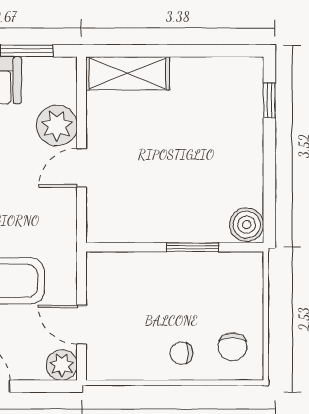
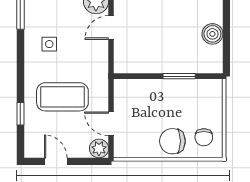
boiler: (247, 225) -> (212, 34), moved
chair: (181, 353) -> (172, 141), width x1.87, depth x1.87

